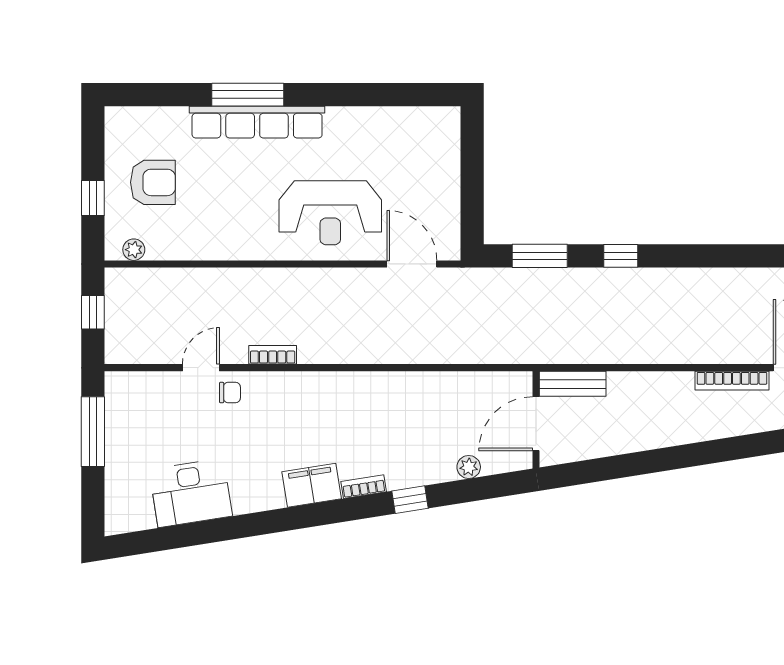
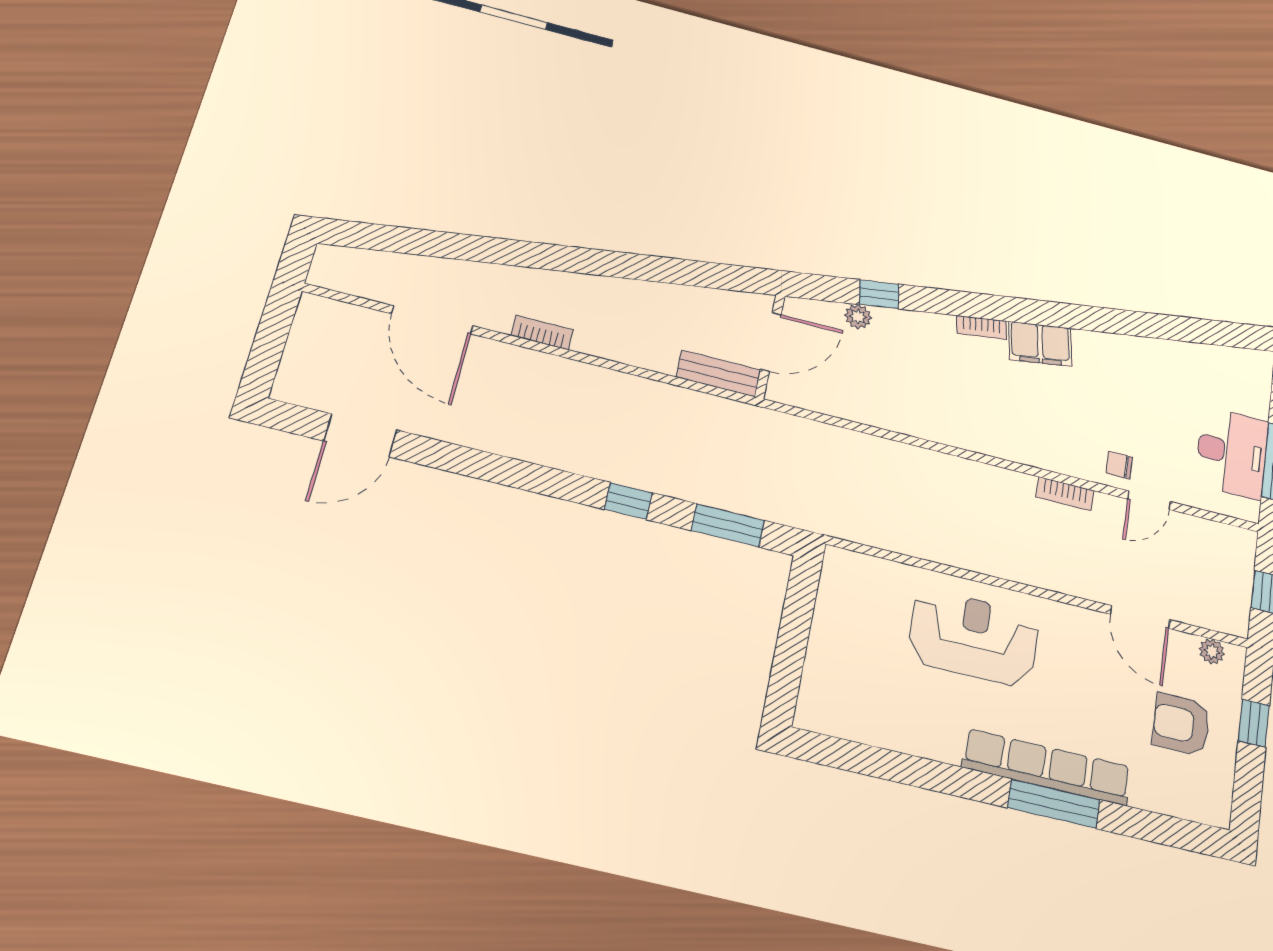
door: (412, 264) -> (1140, 617), moved
bookcase: (732, 381) -> (542, 333), width x0.64
desk: (191, 493) -> (1232, 453), moved, turned 99
window: (410, 500) -> (879, 294), moved

